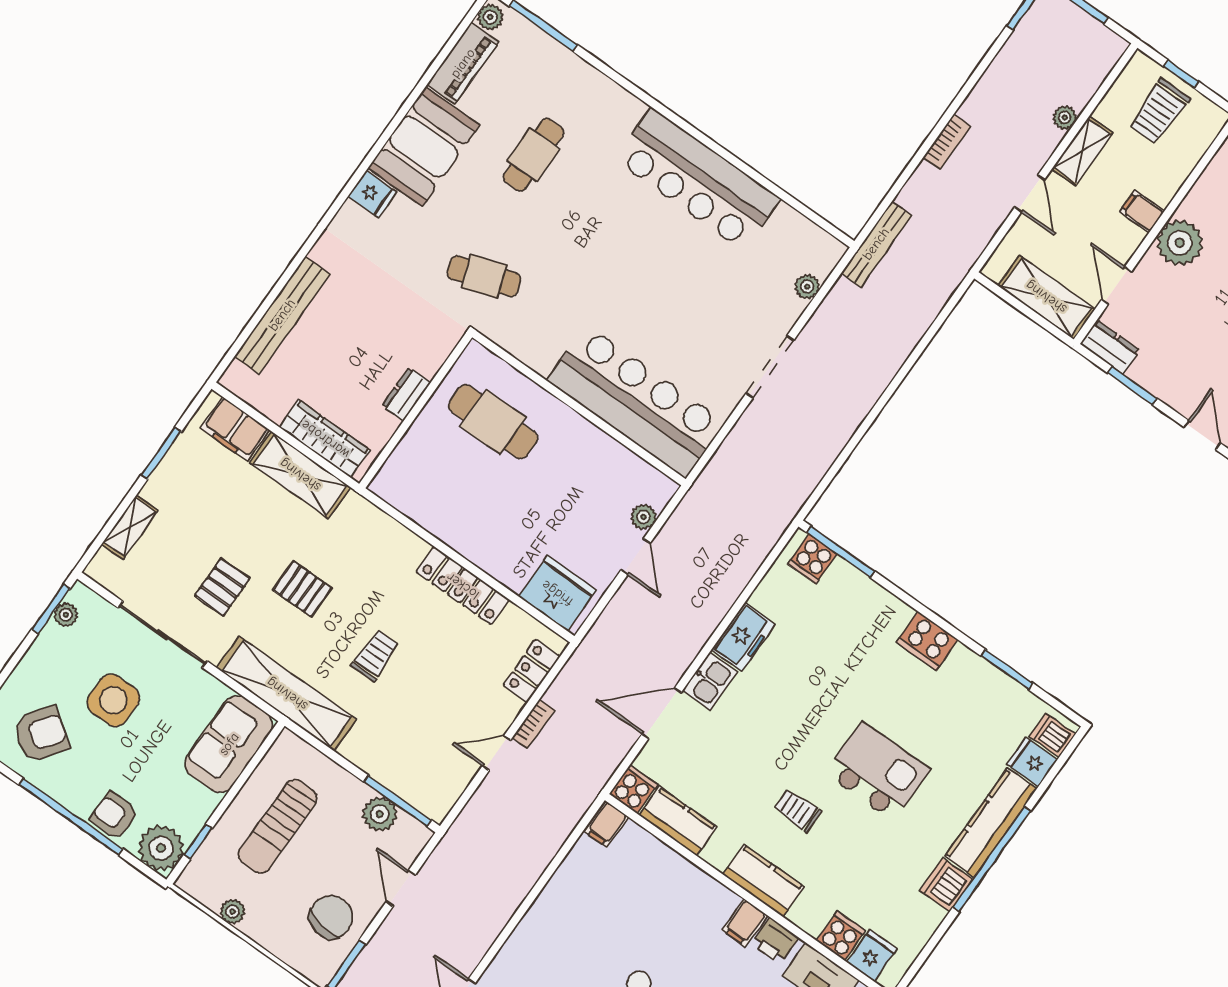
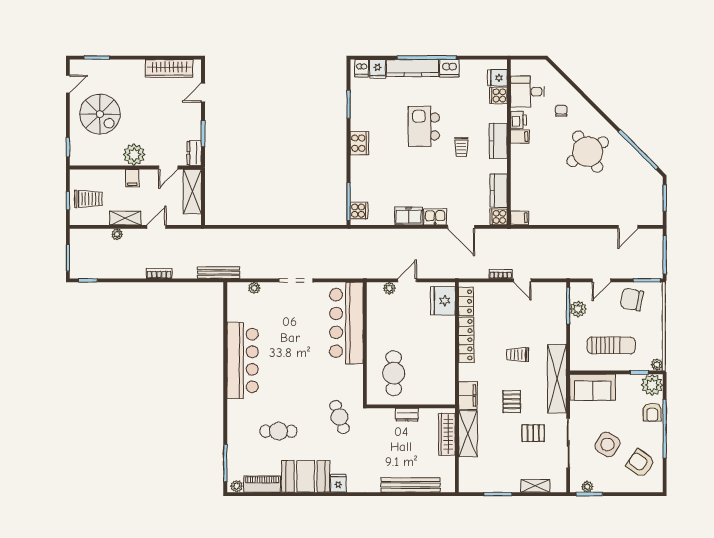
filing cabinet: (235, 429) -> (468, 396), moved
locker: (531, 671) -> (466, 301), moved, turned -90
side table: (113, 700) -> (607, 444), turned 32
plant: (233, 912) -> (657, 365), moved

